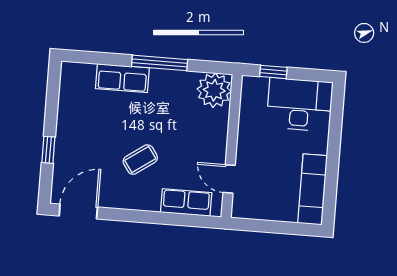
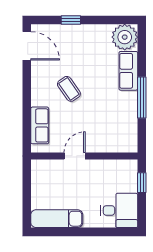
plant: (214, 90) -> (125, 37), moved
desk: (300, 105) -> (119, 210), width x0.73
door: (229, 179) -> (75, 156), moved

